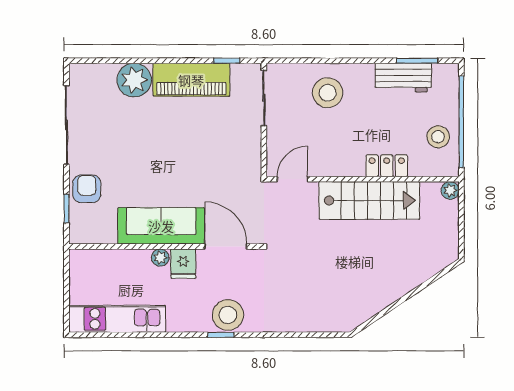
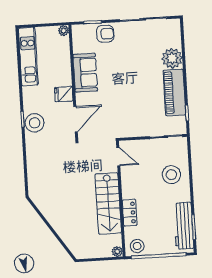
workbench: (403, 78) -> (183, 226), width x1.38
stool: (438, 137) -> (137, 246), moved
sofa: (161, 226) -> (85, 73), width x0.73
plant: (160, 258) -> (64, 31), moved

